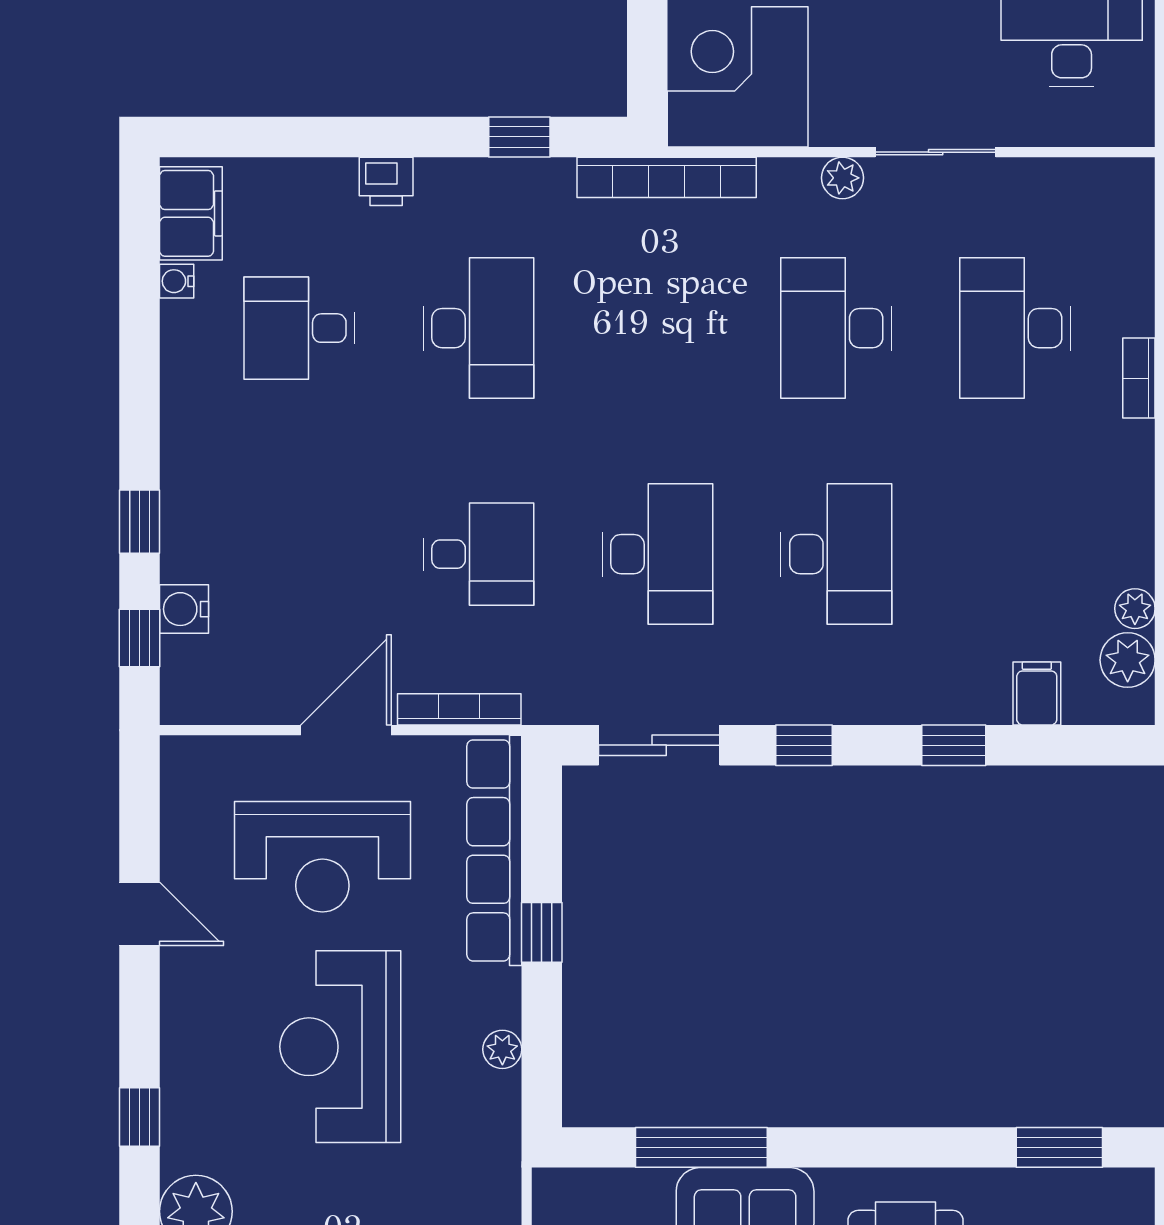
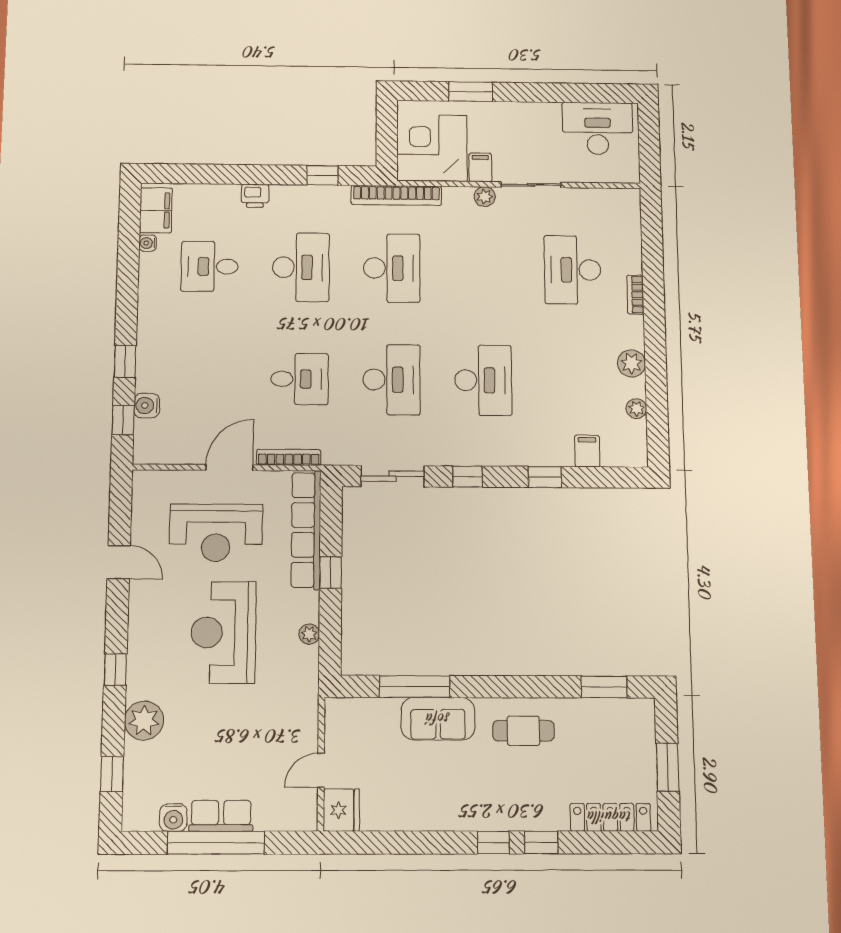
filing cabinet: (834, 117) -> (480, 167), added
desk: (836, 328) -> (392, 268), moved, turned 180
plant: (1128, 660) -> (632, 363), moved

